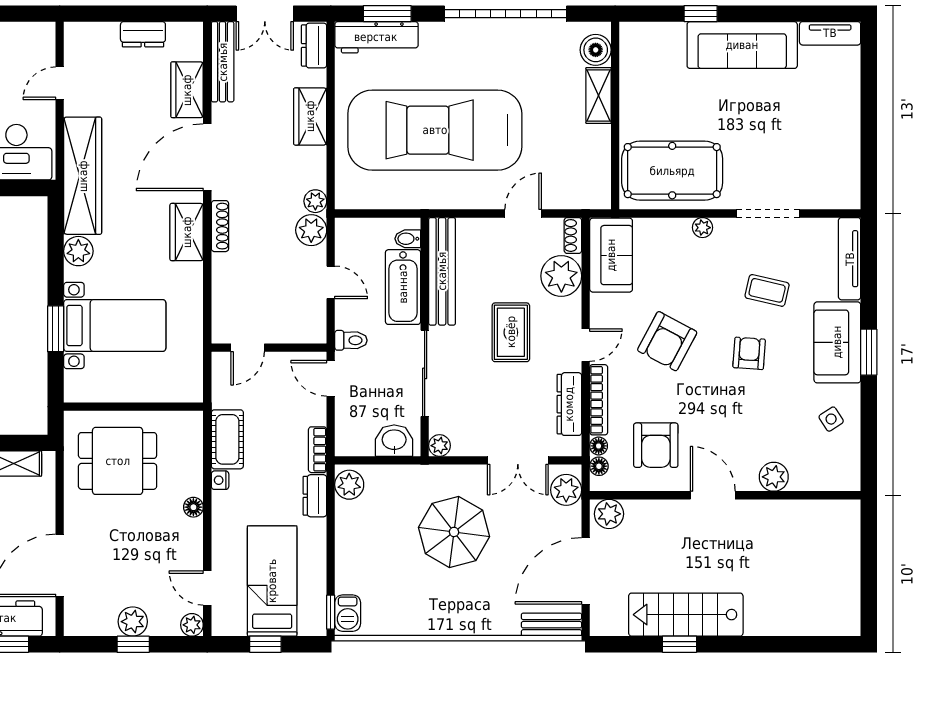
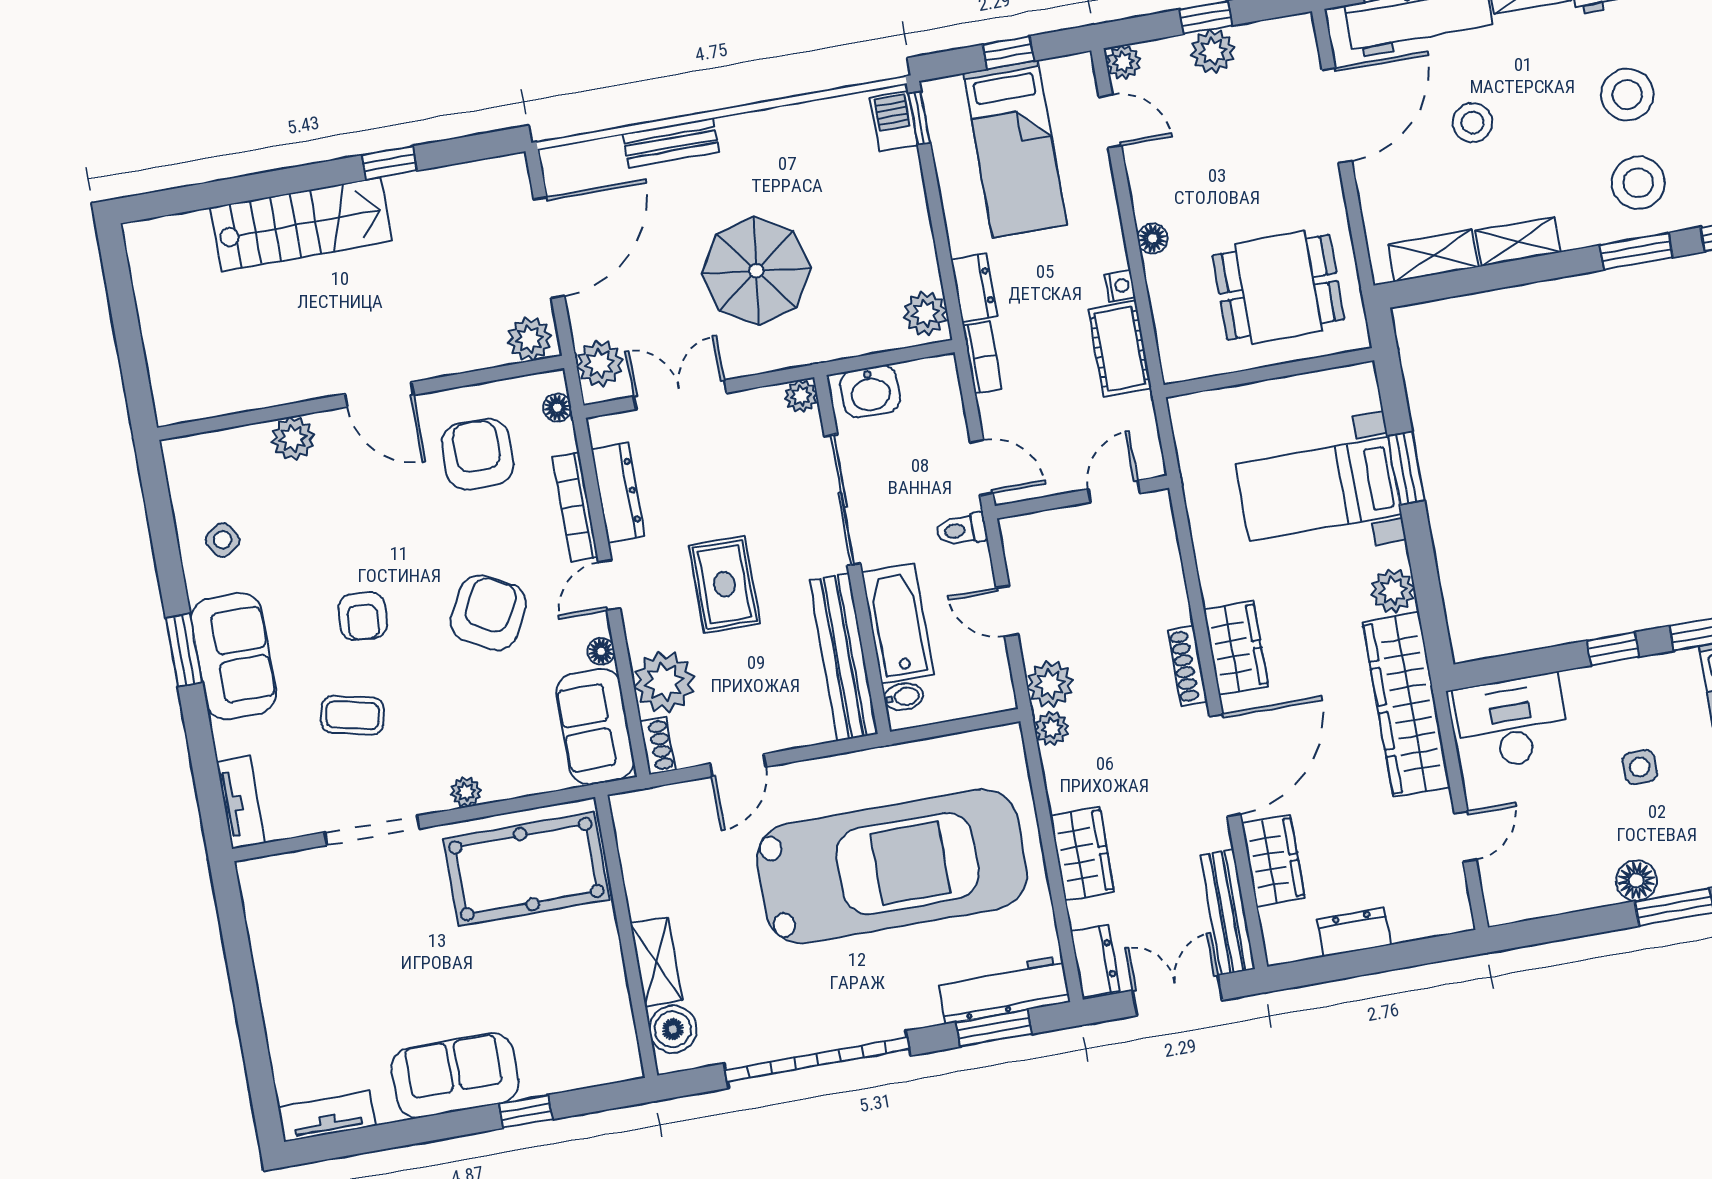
sofa: (742, 45) -> (455, 1075), width x0.73
tv unit: (850, 259) -> (241, 803), width x0.71
floor lamp: (599, 446) -> (601, 651), moved
stairs: (686, 615) -> (301, 224), moved
bench: (552, 625) -> (671, 143), moved

